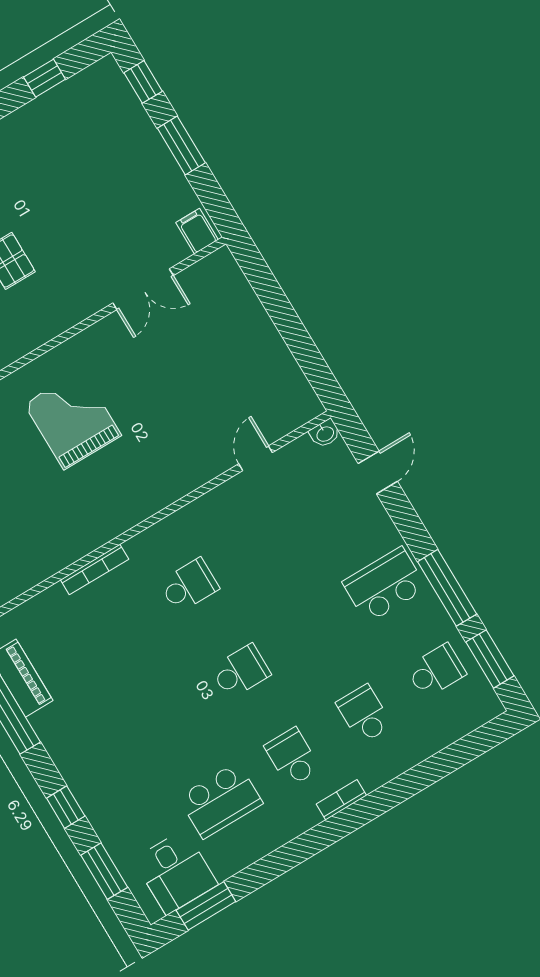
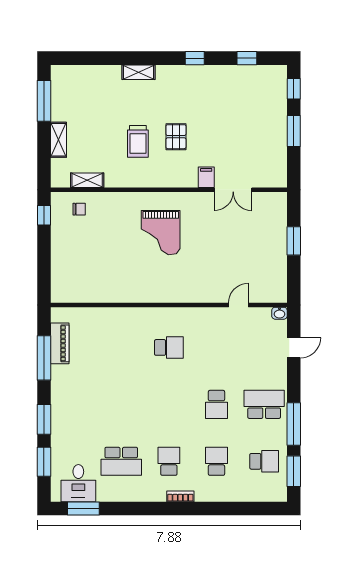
filing cabinet: (197, 231) -> (206, 177), moved
window: (281, 311) -> (294, 241), added
grand piano: (73, 420) -> (161, 233), turned 180
bookcase: (95, 569) -> (127, 312), removed
school desk: (241, 671) -> (216, 404), moved, turned 90
window: (66, 807) -> (44, 419), width x1.50

